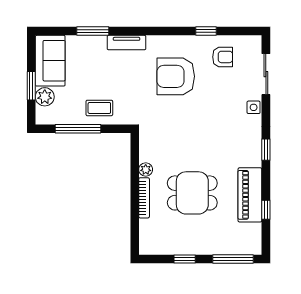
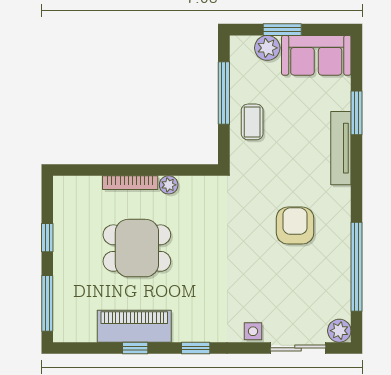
window: (206, 31) -> (357, 267), width x3.17
tv unit: (127, 43) -> (341, 148), width x1.41
plant: (253, 44) -> (339, 331), added
armchair: (223, 57) -> (321, 289), removed
armchair: (176, 76) -> (295, 226), width x0.73, depth x0.73
dining table: (192, 193) -> (137, 248), turned 90
window: (266, 210) -> (135, 348), moved

